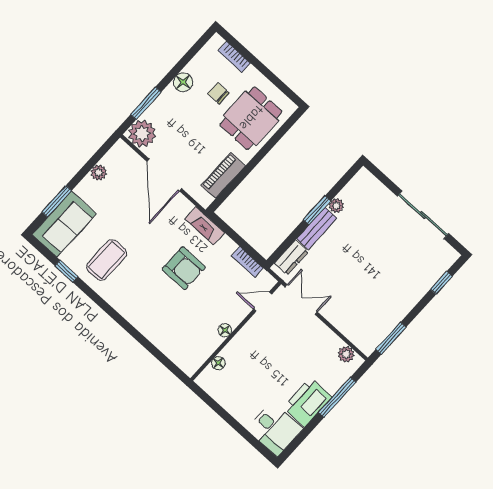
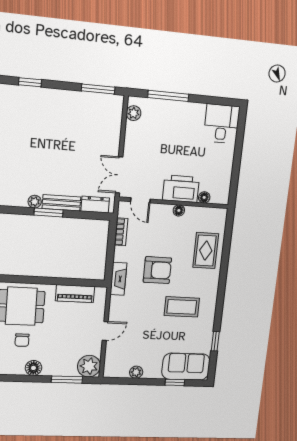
door: (164, 175) -> (105, 331), width x0.53
window: (57, 201) -> (175, 382), width x0.67
coffee table: (107, 260) -> (182, 307), moved
armchair: (184, 268) -> (157, 270), turned 90
rug: (166, 328) -> (206, 250), added
printer: (307, 402) -> (181, 189), moved, turned 180

